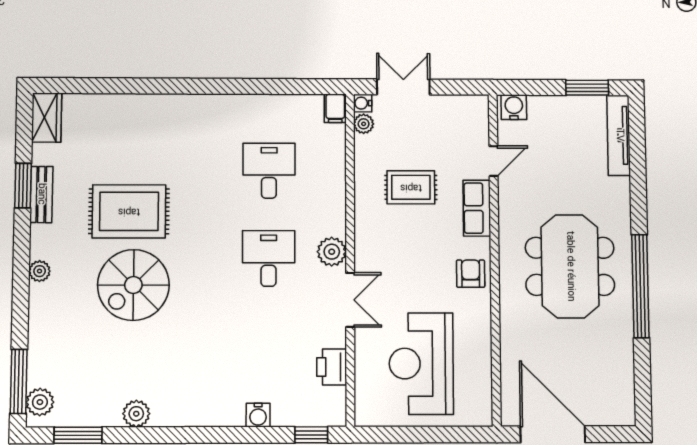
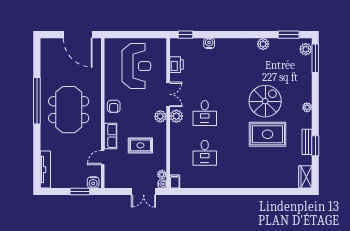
window: (587, 88) -> (80, 192), moved
plant: (367, 251) -> (160, 116), added
double door: (350, 300) -> (168, 94), swing flipped

